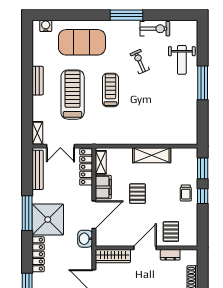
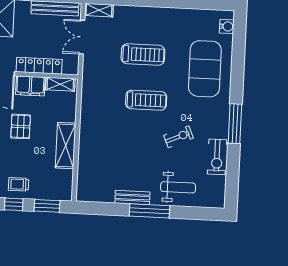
weight bench: (182, 60) -> (178, 187), turned 180
bench: (38, 81) -> (132, 198), moved
treadmill: (73, 95) -> (143, 54), width x0.73, depth x0.73
locker: (86, 167) -> (39, 66), moved
pallet: (137, 194) -> (21, 126), turned 90

